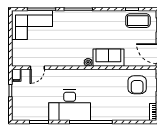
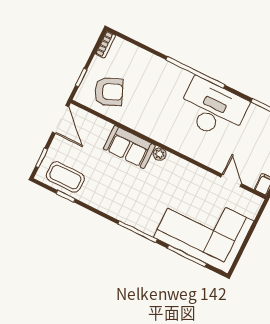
corner sofa: (32, 25) -> (204, 229), width x1.36, depth x1.36
door: (37, 68) -> (231, 180), hinge flipped
armchair: (137, 85) -> (109, 92), turned 67

